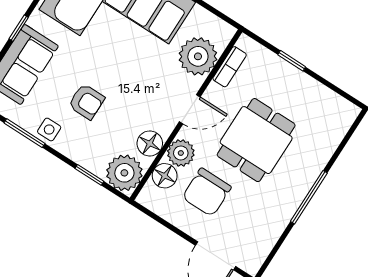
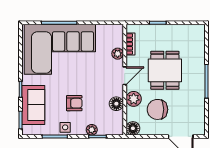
plant: (198, 56) -> (118, 54), width x0.53, depth x0.53
plant: (124, 173) -> (92, 130), moved, width x0.53, depth x0.53
floor lamp: (165, 176) -> (133, 128), moved
chair: (207, 192) -> (157, 109), turned 90

